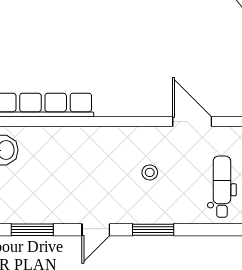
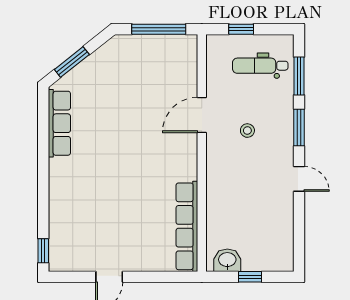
door: (192, 122) -> (202, 115), moved
window: (32, 230) -> (299, 76), moved

